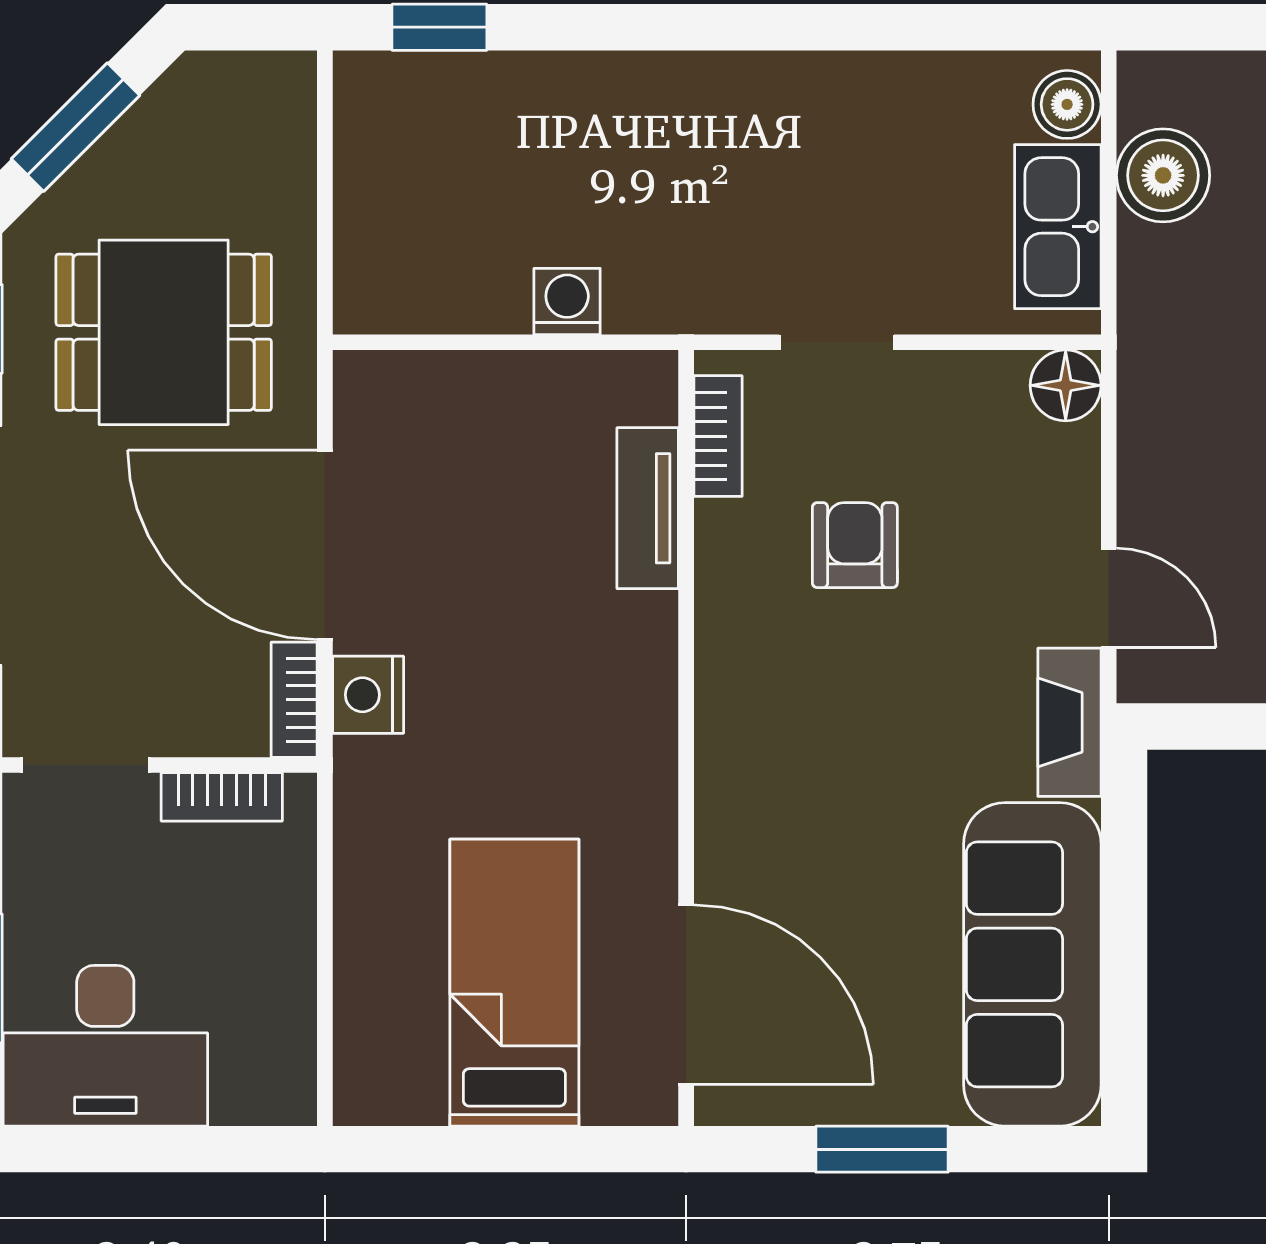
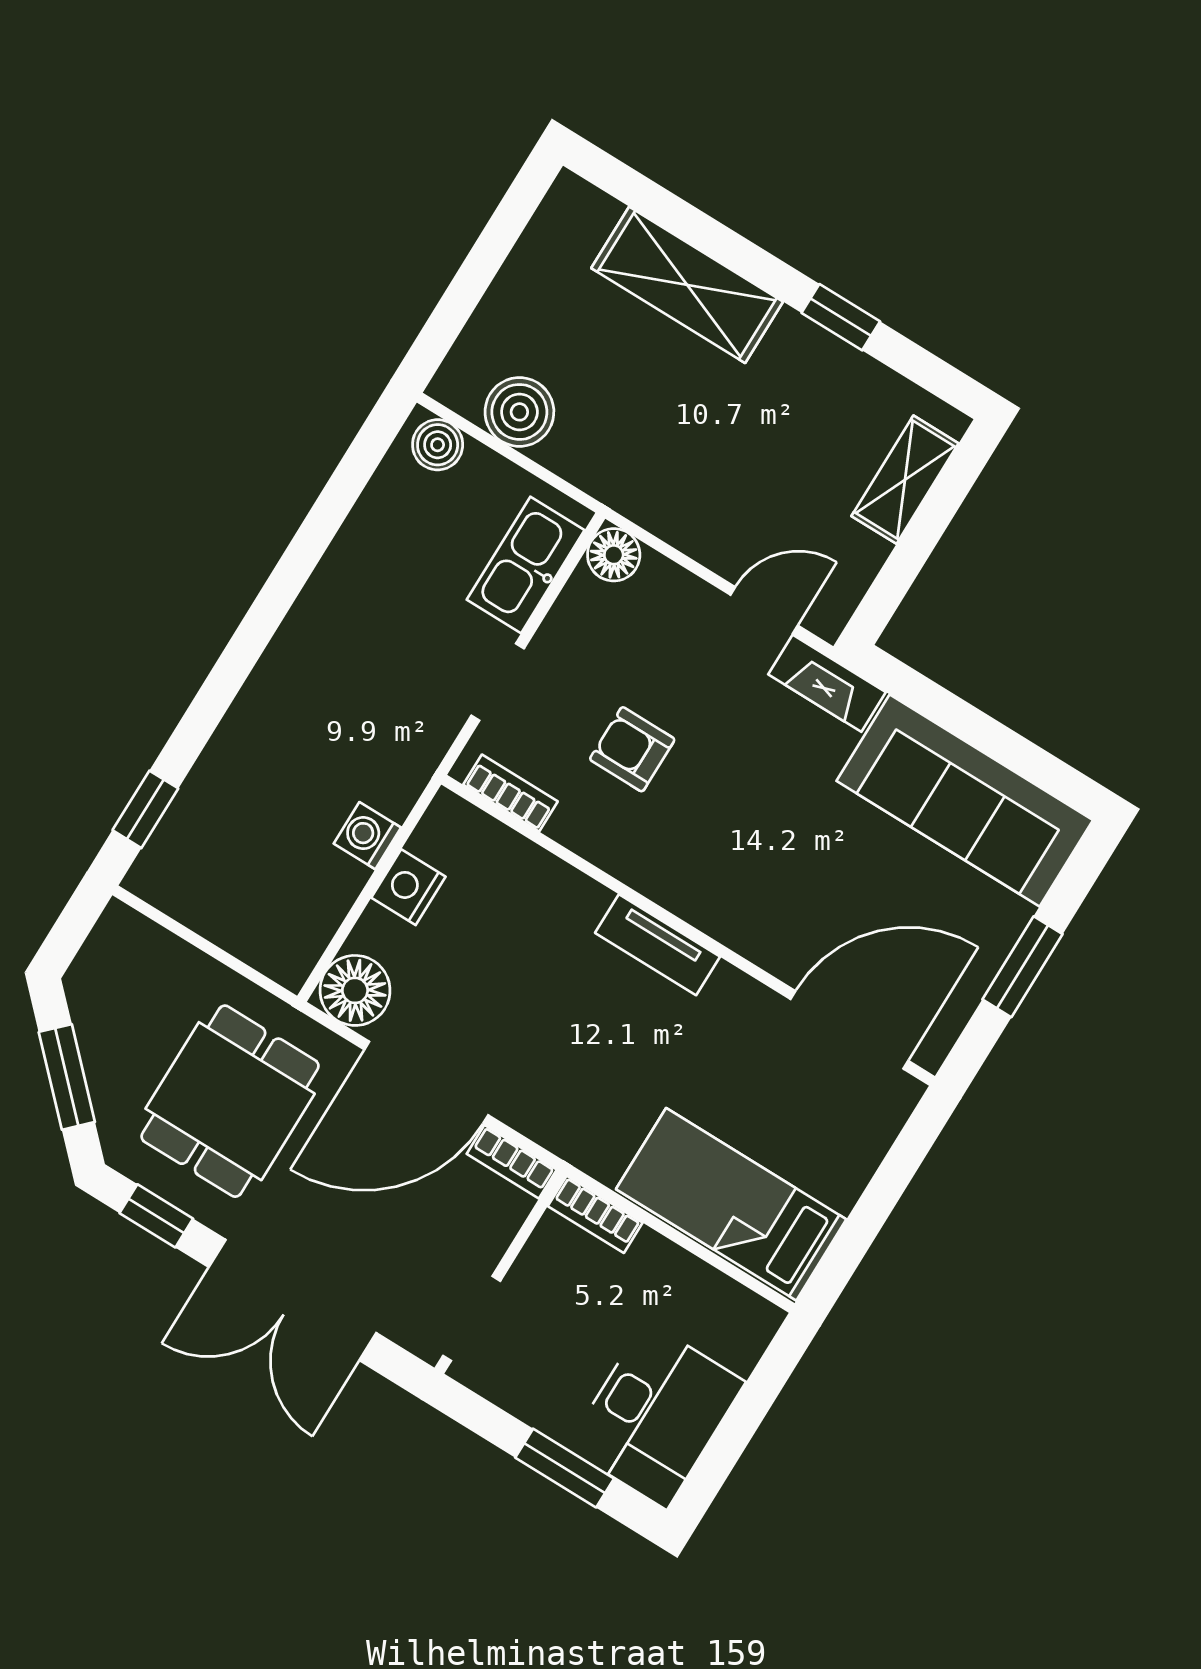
kitchen sink: (1058, 227) -> (526, 565), moved, turned 90
floor lamp: (380, 397) -> (355, 990), added
tv unit: (648, 508) -> (657, 945), moved
nightstand: (368, 695) -> (408, 887), moved, turned 90
bookcase: (222, 797) -> (595, 1214), moved, turned 90
bed: (514, 983) -> (731, 1204), moved

